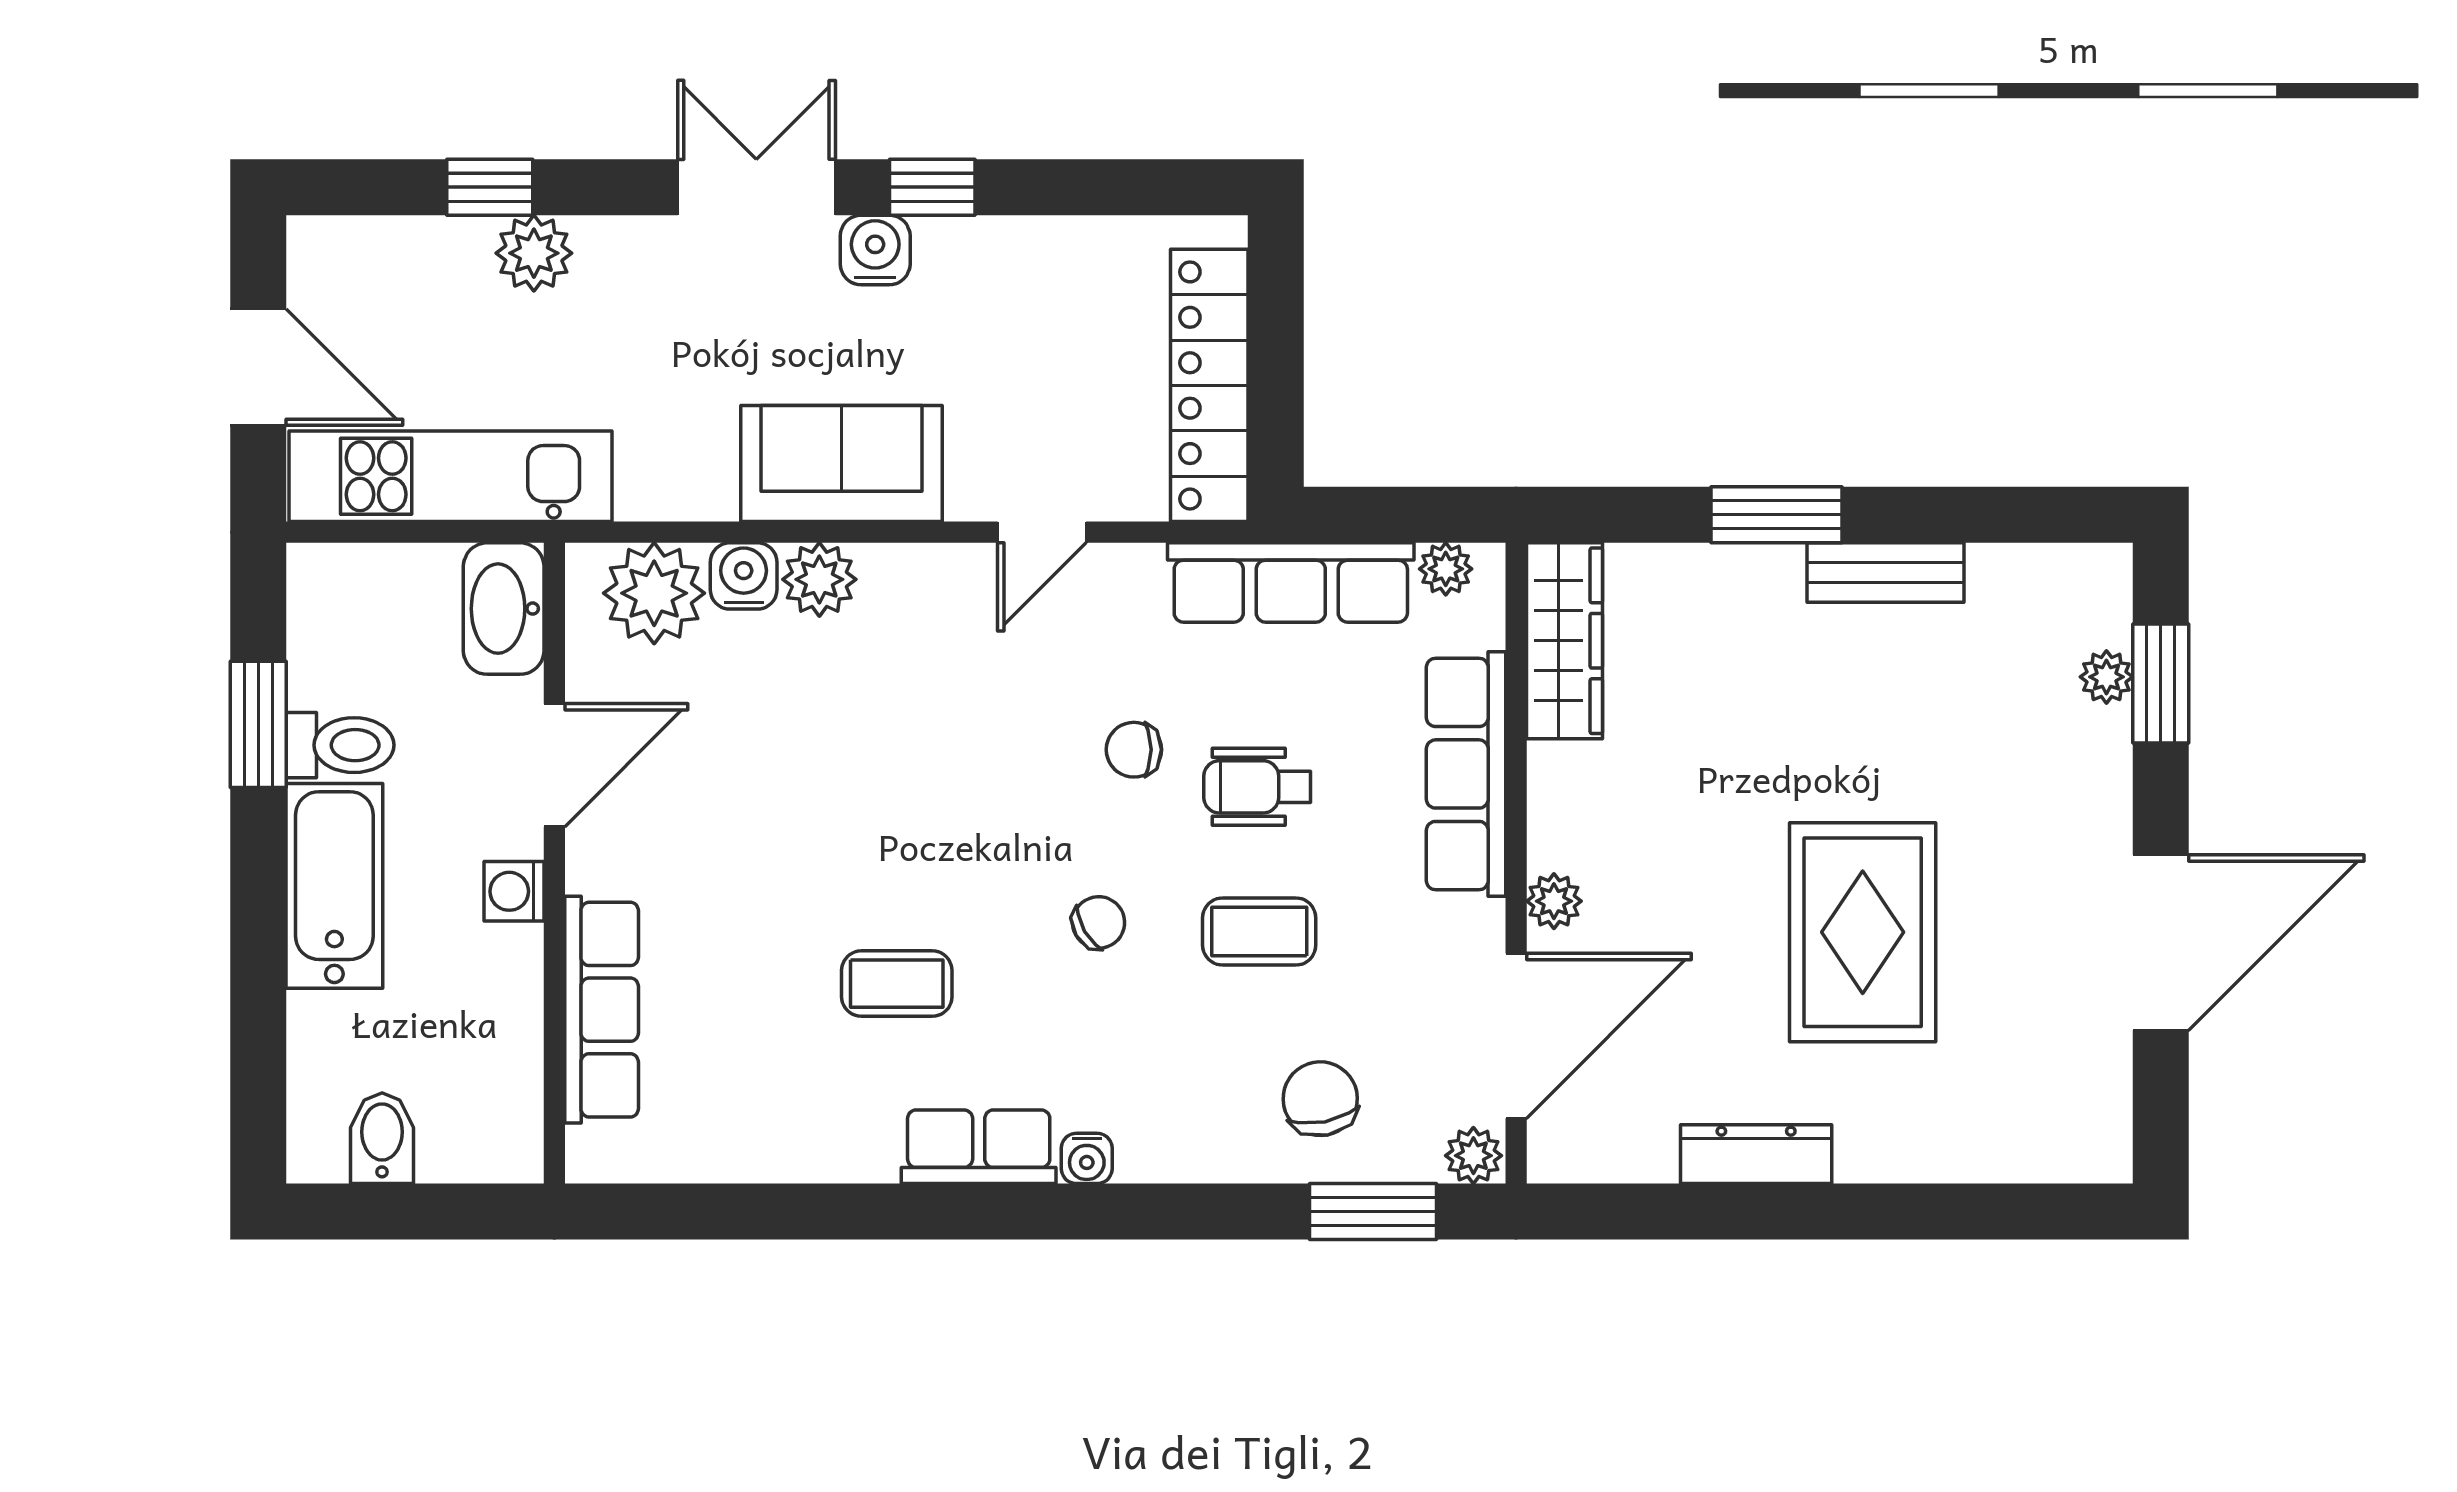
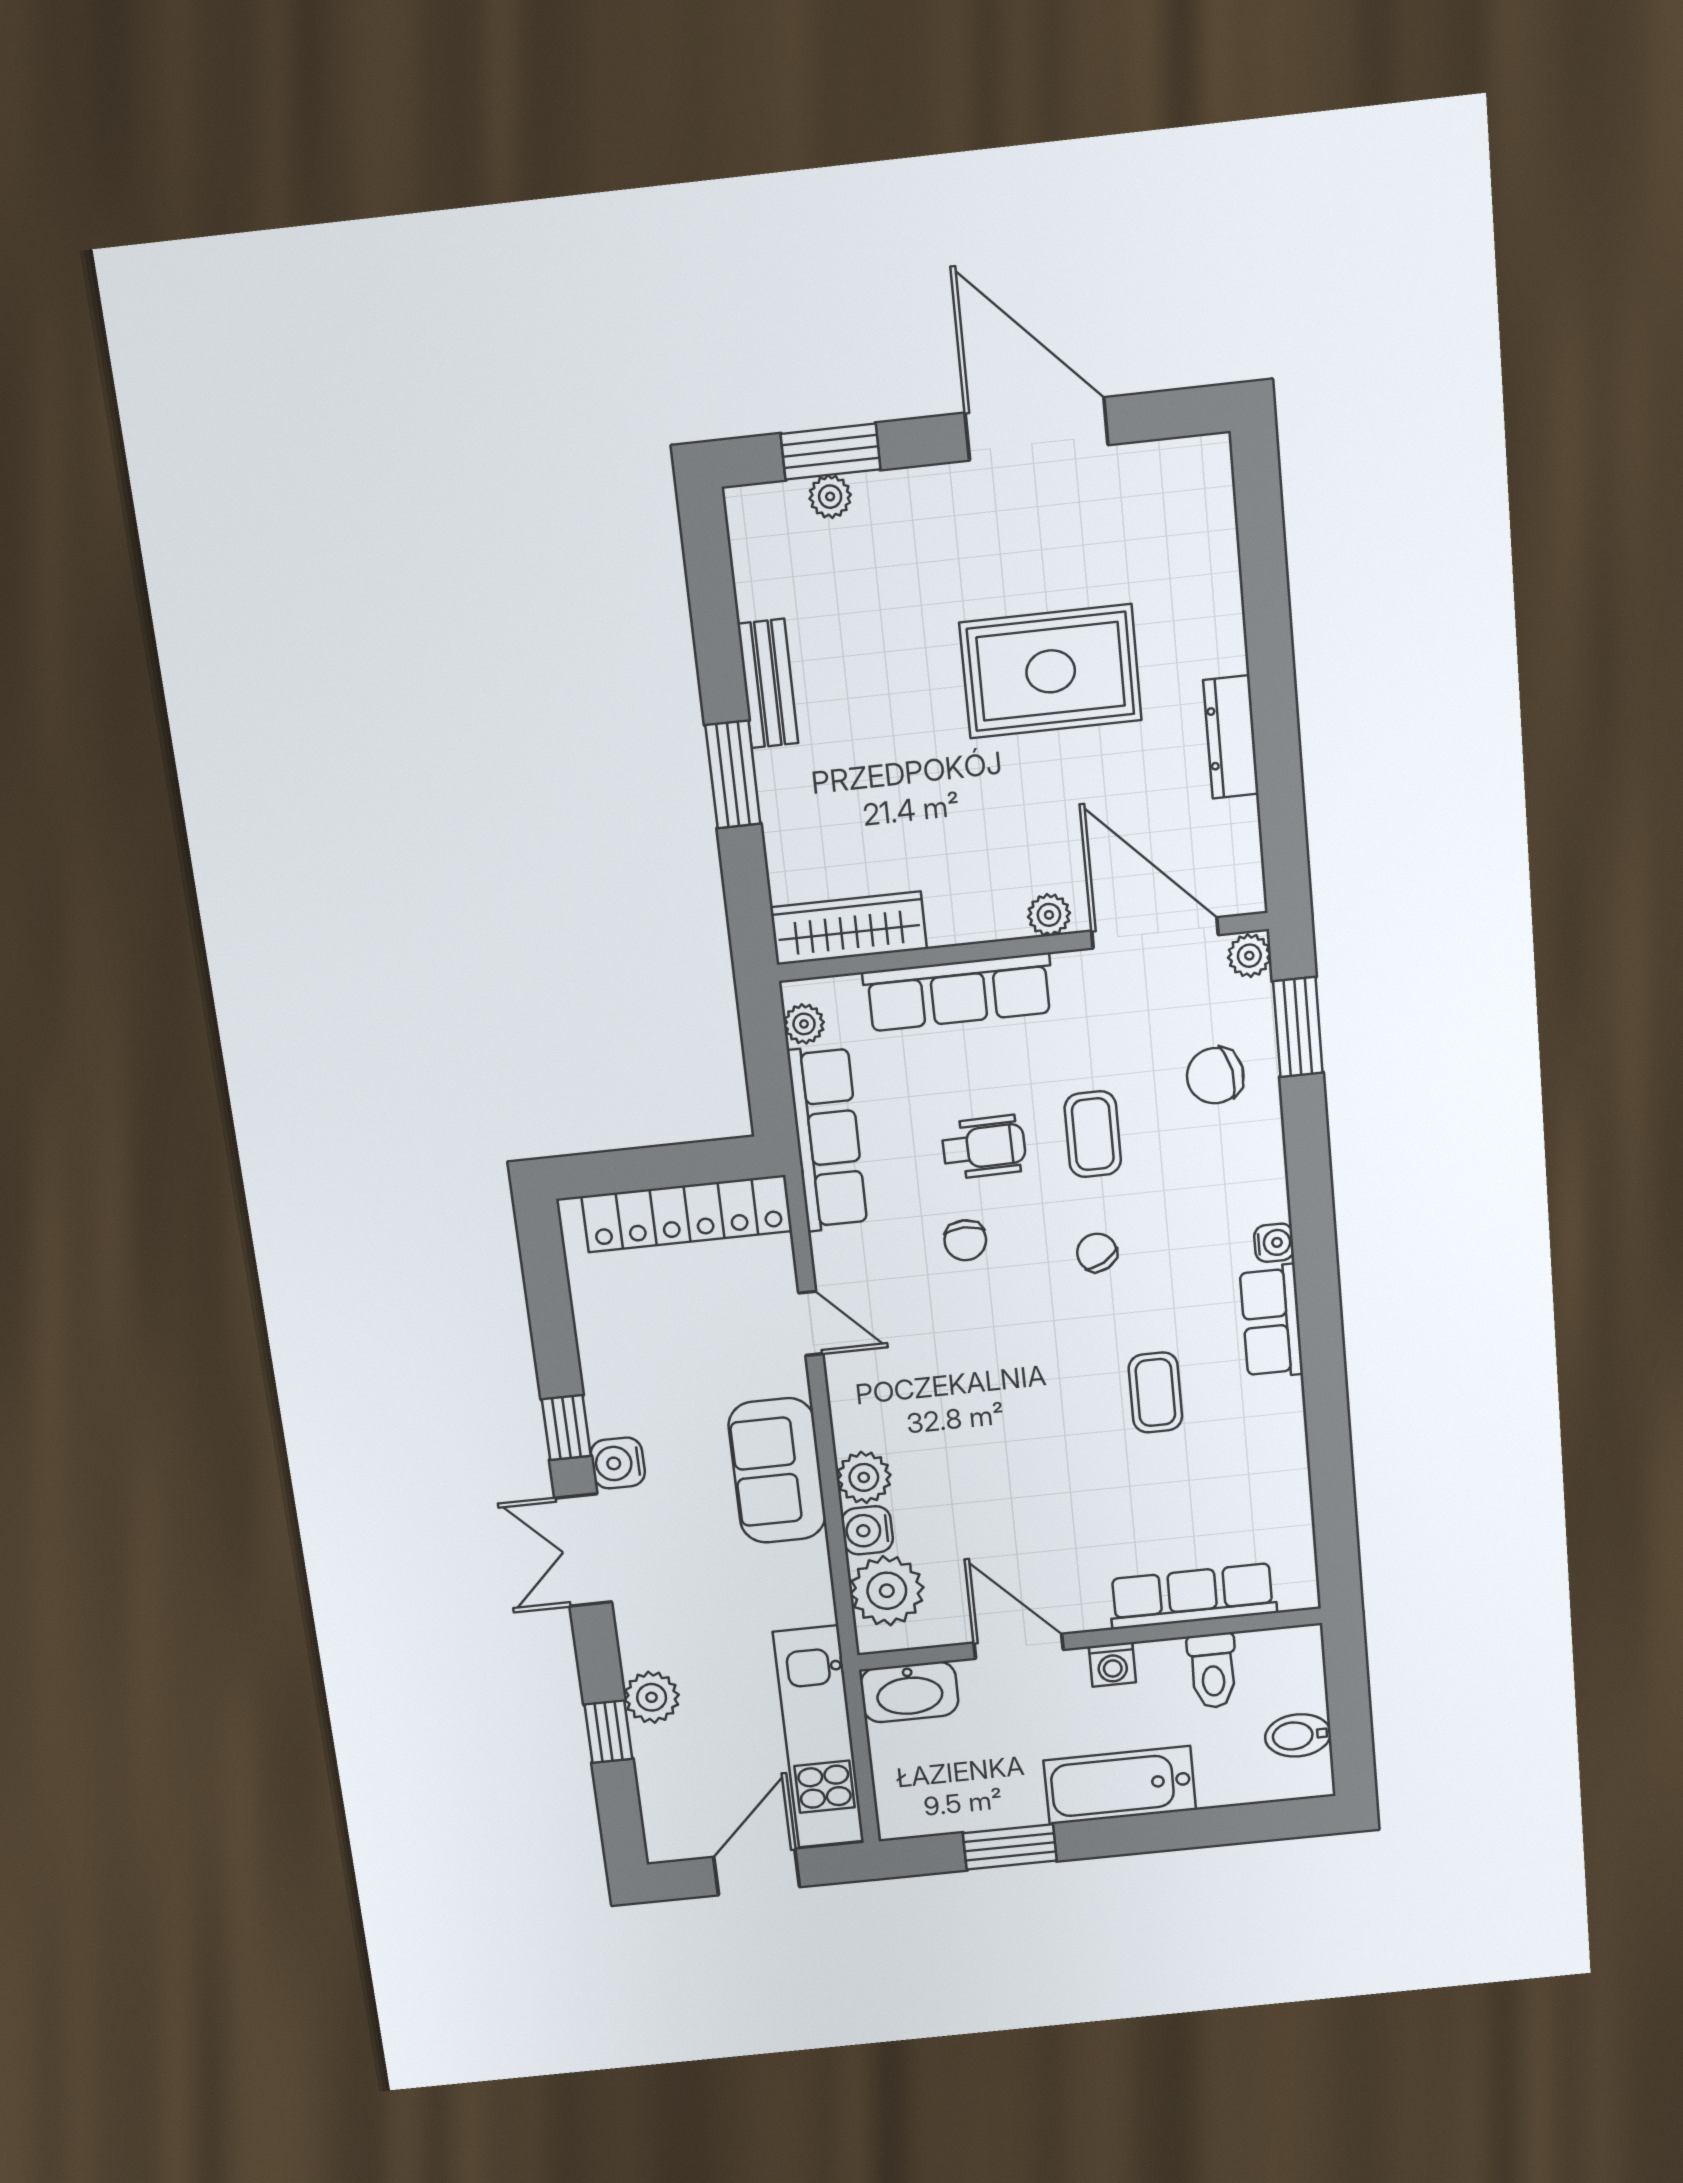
toilet: (340, 745) -> (1213, 1671), moved, turned 180
wheelchair: (1257, 787) -> (984, 1147), turned -91

